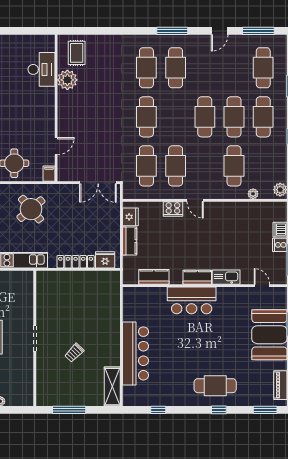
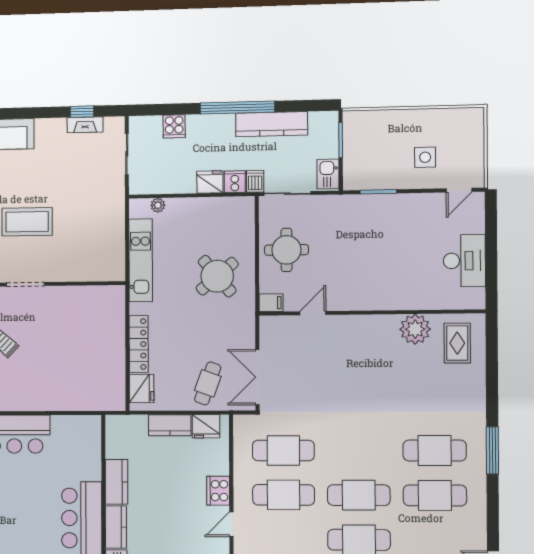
window: (172, 31) -> (492, 450), moved
rug: (77, 53) -> (457, 343), turned 90
desk: (41, 69) -> (464, 261), moved, turned -90
cafe table: (146, 117) -> (359, 495), moved
door: (56, 146) -> (313, 313), swing flipped
cafe table: (102, 216) -> (208, 383), added
kitchen counter: (154, 277) -> (116, 482), moved

